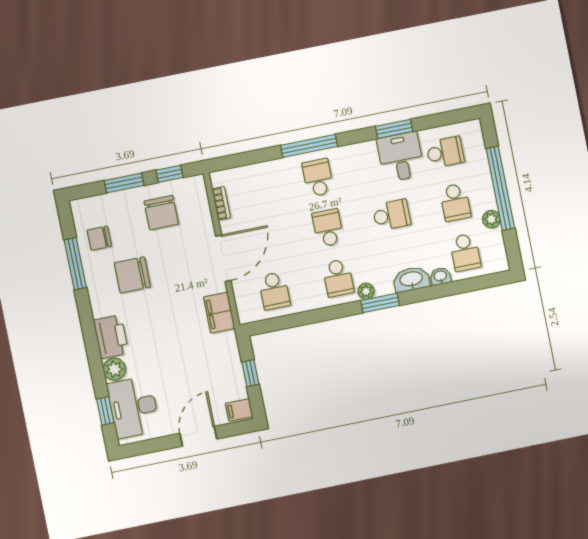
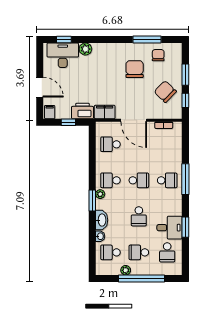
chair: (161, 213) -> (165, 92), turned 44
printer: (111, 337) -> (82, 111), moved, turned 180

